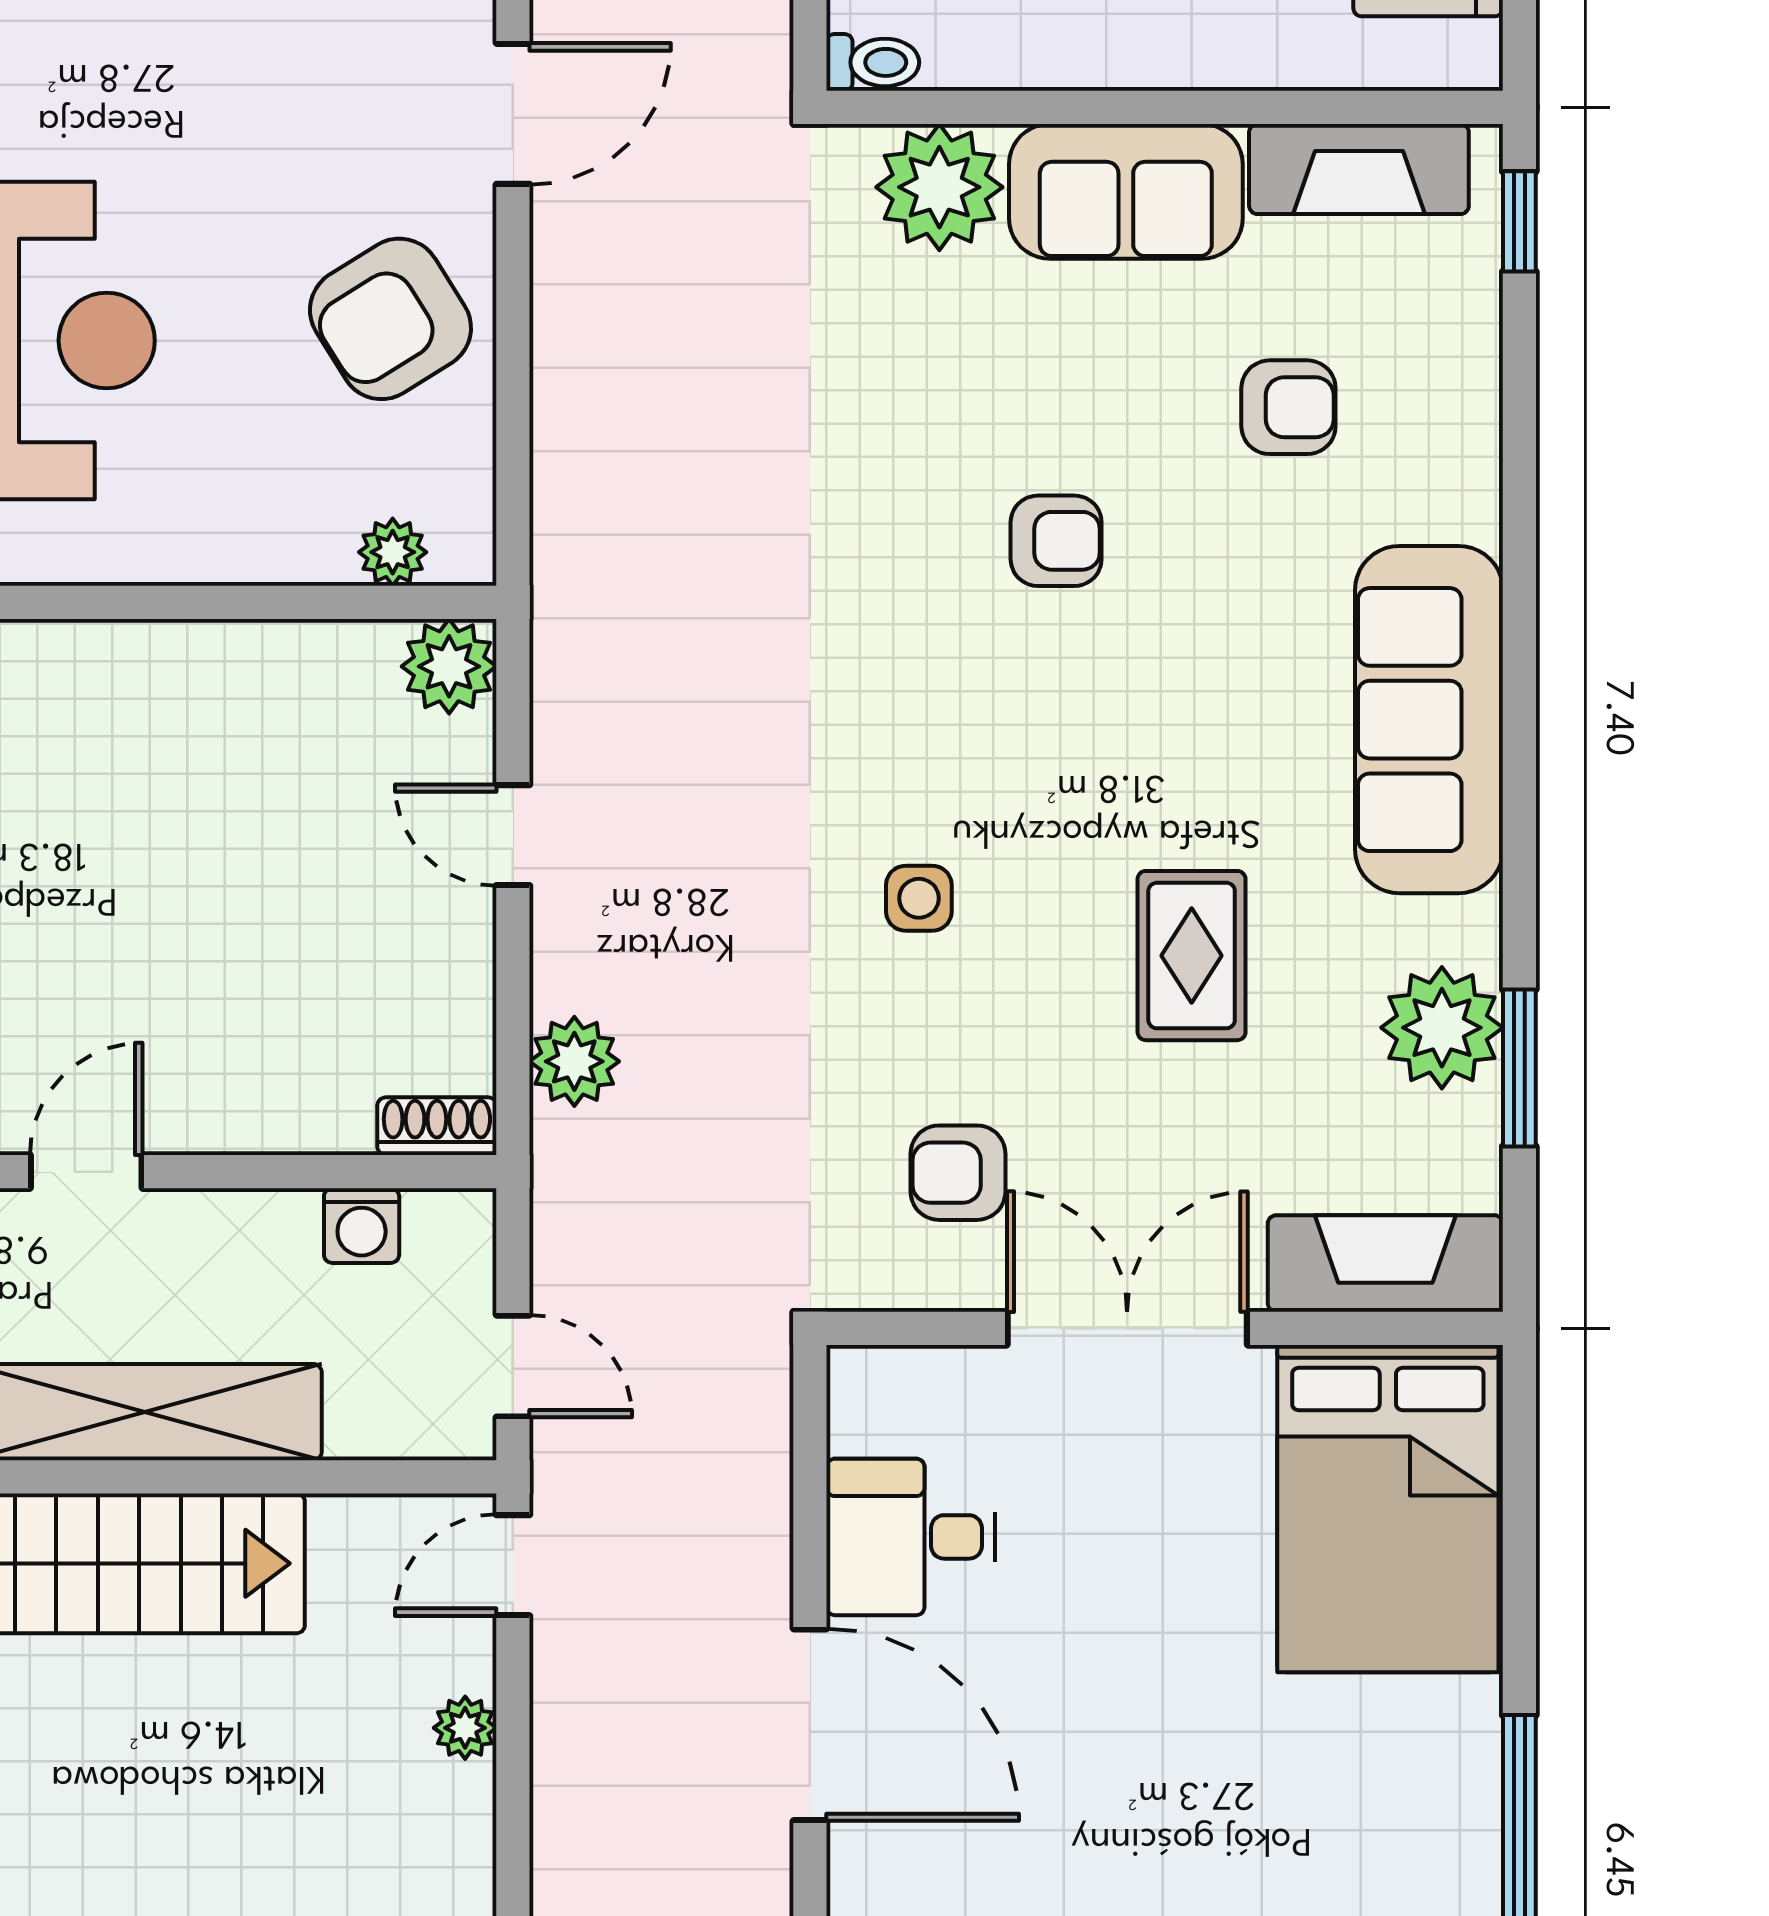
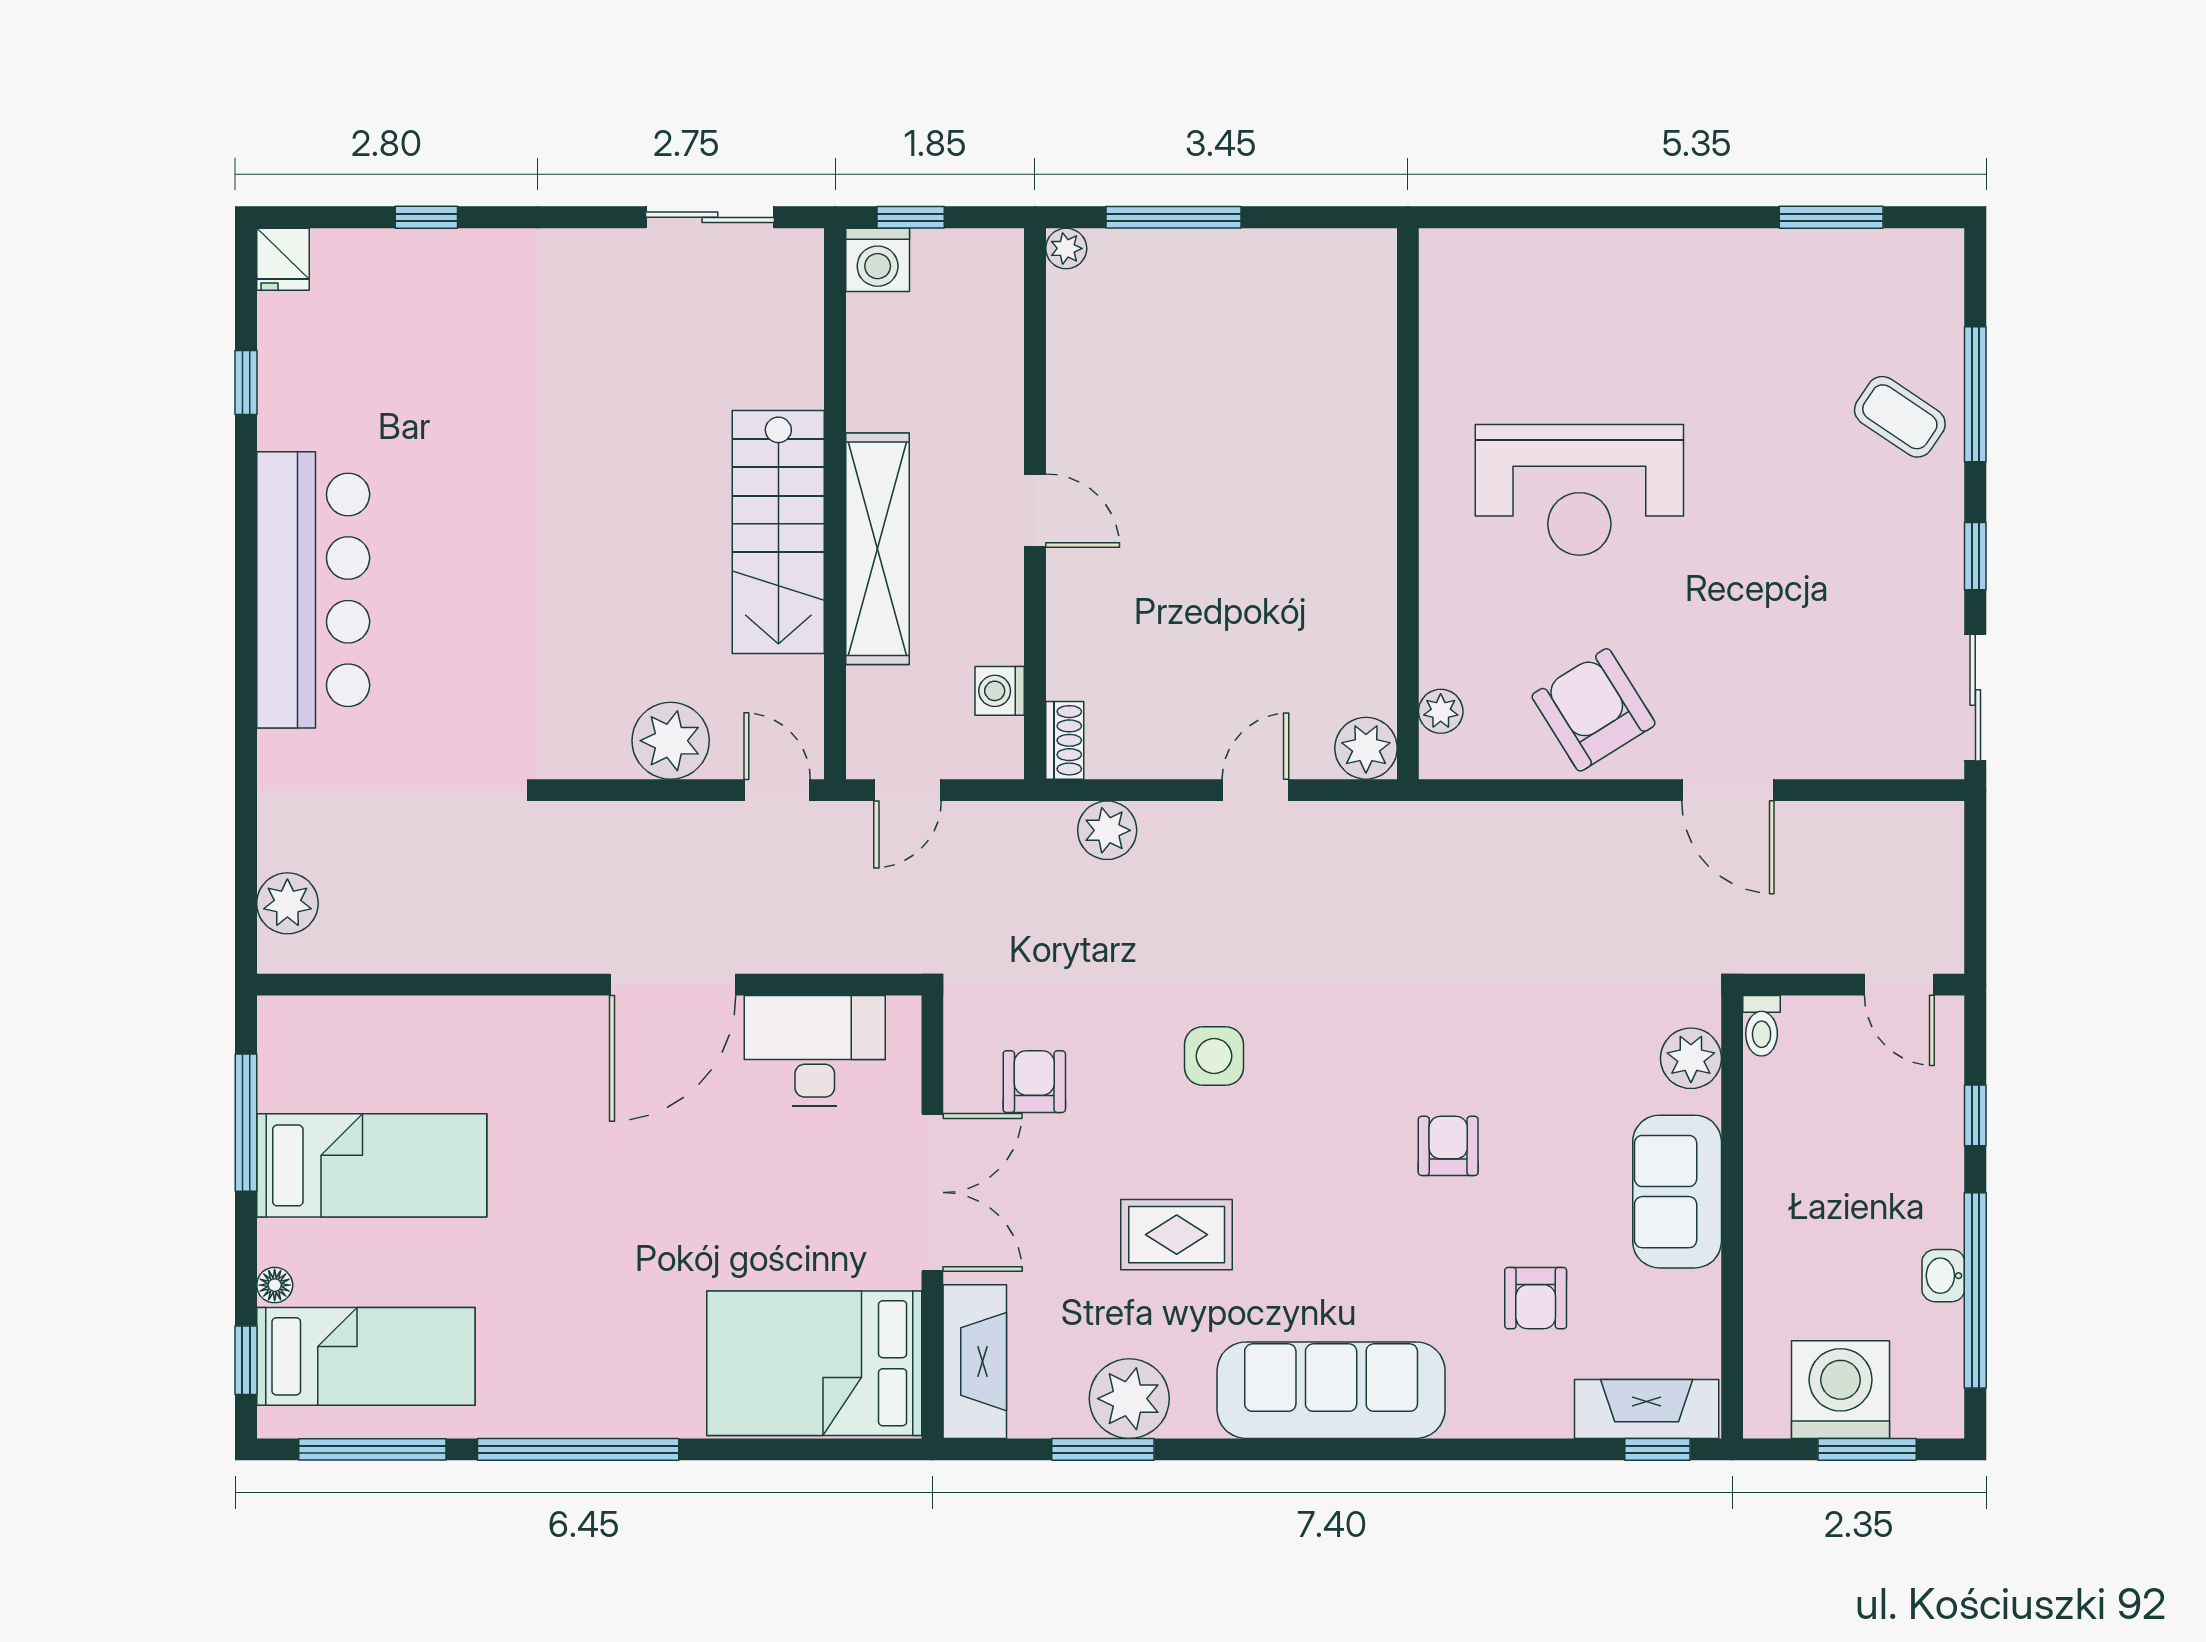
fireplace: (1359, 169) -> (1647, 1409), moved, turned 90
plant: (939, 187) -> (1691, 1058), width x0.73, depth x0.73
armchair: (1056, 541) -> (1448, 1146), turned 180
side table: (919, 898) -> (1214, 1056), width x1.37, depth x1.37
desk: (911, 1537) -> (815, 1051), width x1.37
plant: (465, 1728) -> (671, 741), width x1.88, depth x1.88

